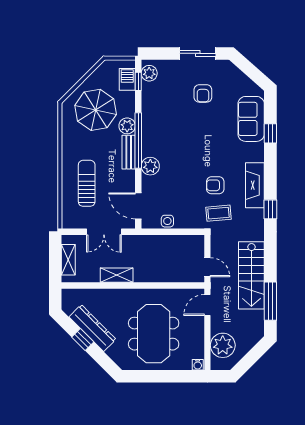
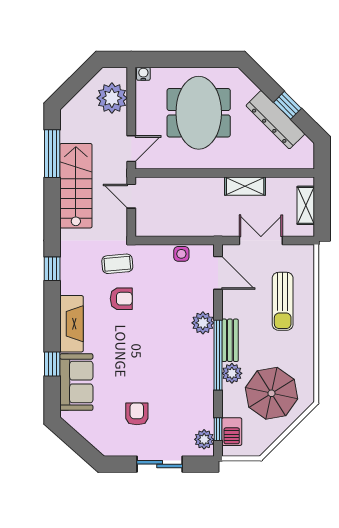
sliding door: (198, 53) -> (160, 464), moved
fireplace: (255, 185) -> (72, 324), moved

